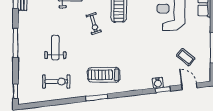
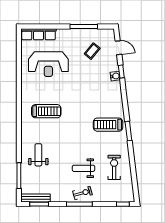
exercise bike: (94, 24) -> (82, 193), moved
treadmill: (104, 75) -> (108, 125), turned 90
door: (189, 86) -> (118, 48), swing flipped

